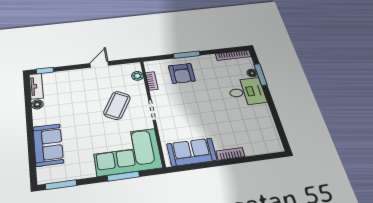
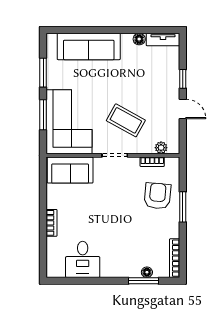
window: (45, 70) -> (183, 79), moved
armchair: (182, 73) -> (158, 196), turned 95
desk: (247, 92) -> (83, 259), moved
sofa: (48, 145) -> (89, 46), width x1.36
sofa: (192, 152) -> (70, 170), moved, turned 90
window: (61, 185) -> (43, 73), moved

